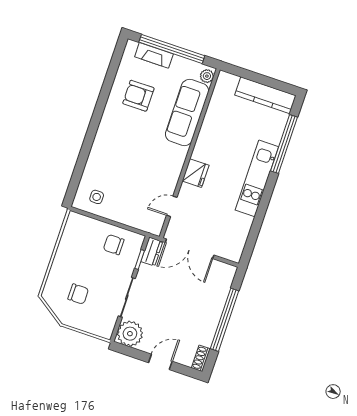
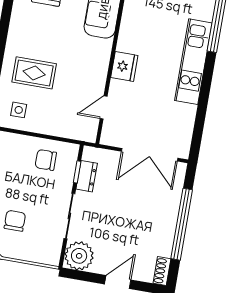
rug: (115, 166) -> (34, 73), added
double door: (190, 249) -> (150, 155), moved
dresser: (152, 252) -> (87, 176), moved
chair: (78, 294) -> (15, 221), turned -90

